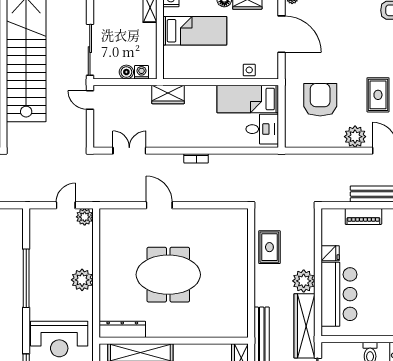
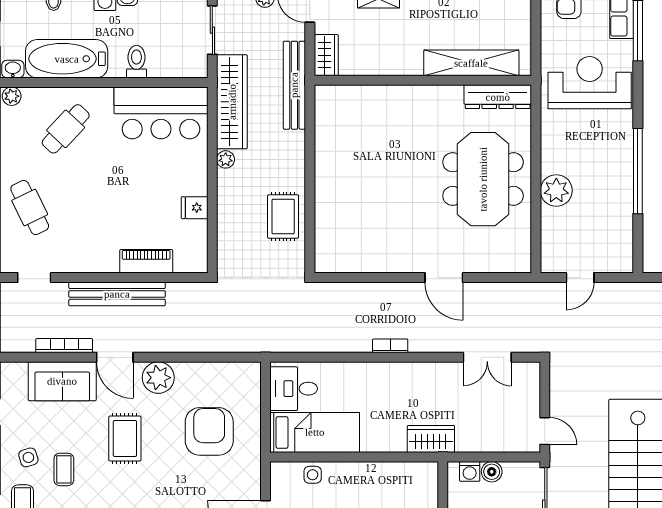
armchair: (320, 100) -> (209, 431), turned 180
plant: (85, 217) -> (553, 261), removed
meeting table: (168, 275) -> (483, 179), moved, turned 90
plant: (82, 280) -> (556, 191), moved
plant: (304, 281) -> (226, 159), width x0.53, depth x0.53
bar counter: (339, 294) -> (161, 113), moved, turned -90

